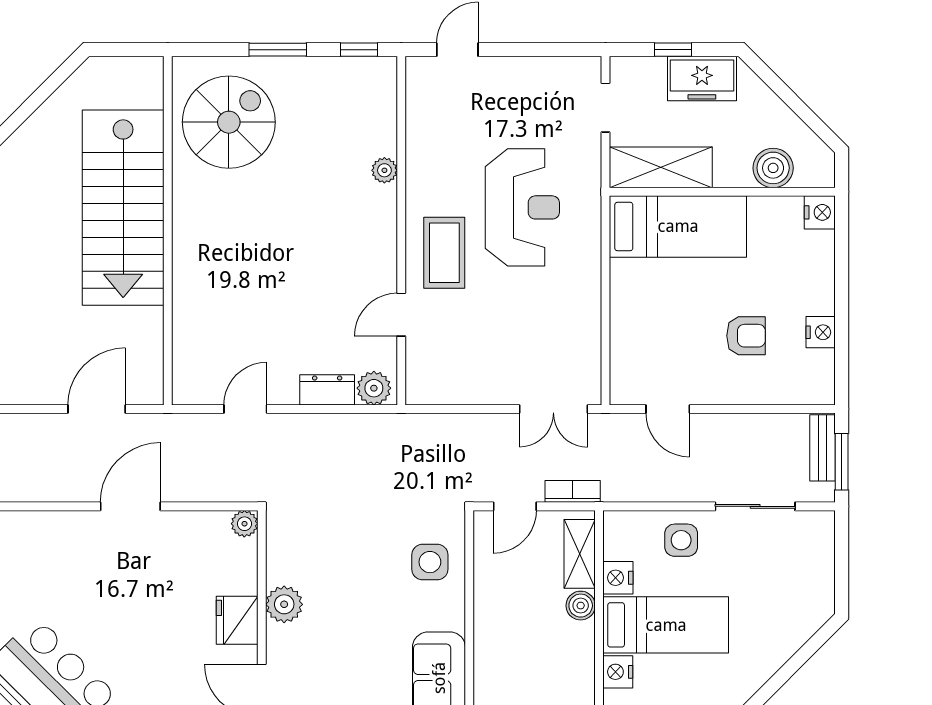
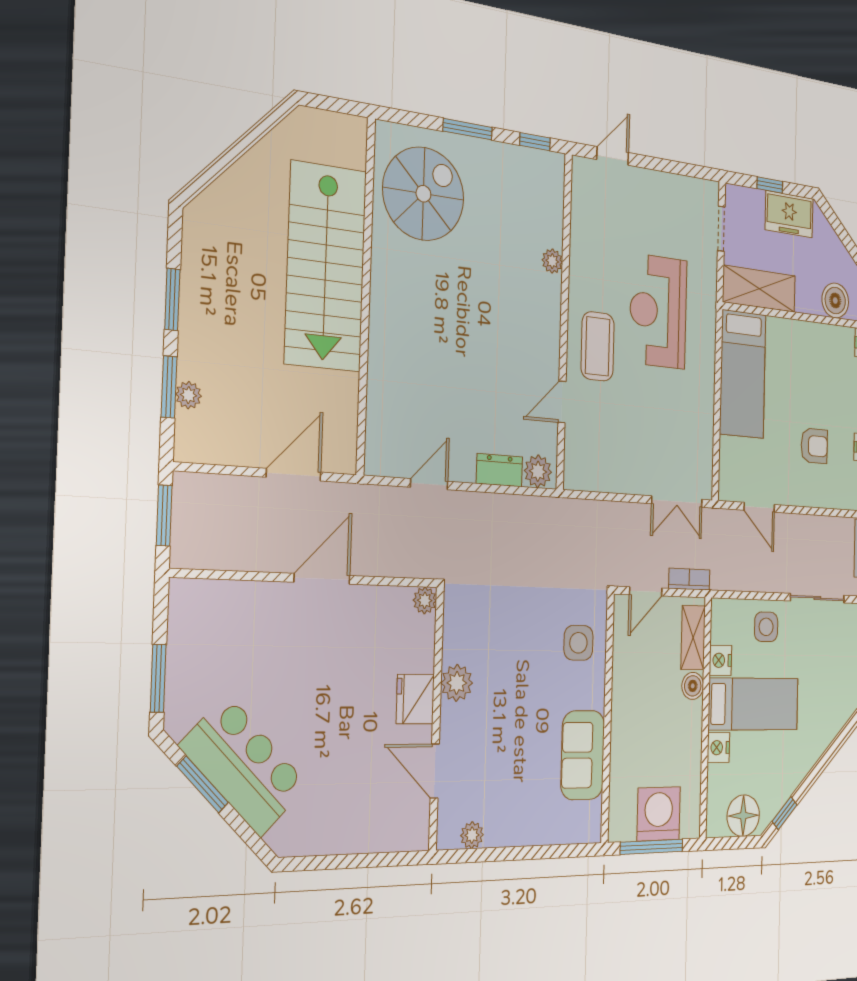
reception desk: (522, 207) -> (658, 311), turned 180
bed: (678, 226) -> (743, 374), moved, turned 90

